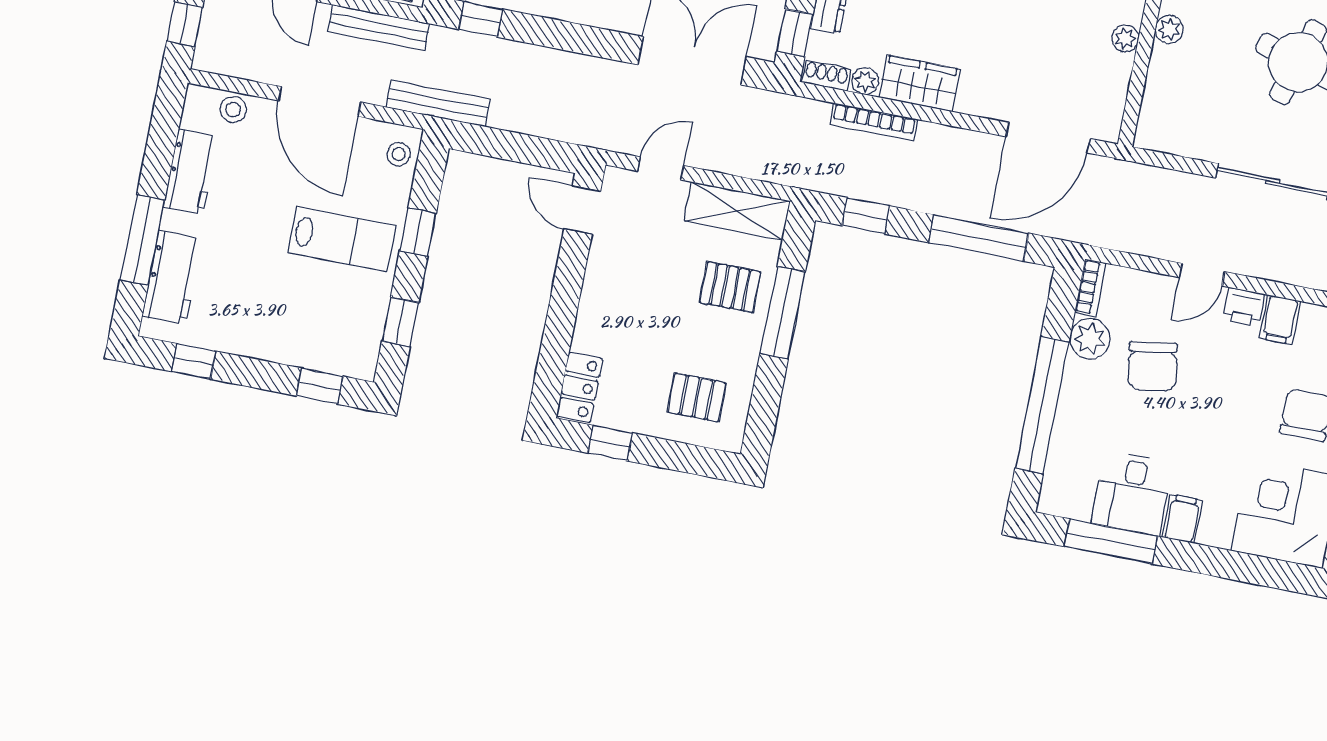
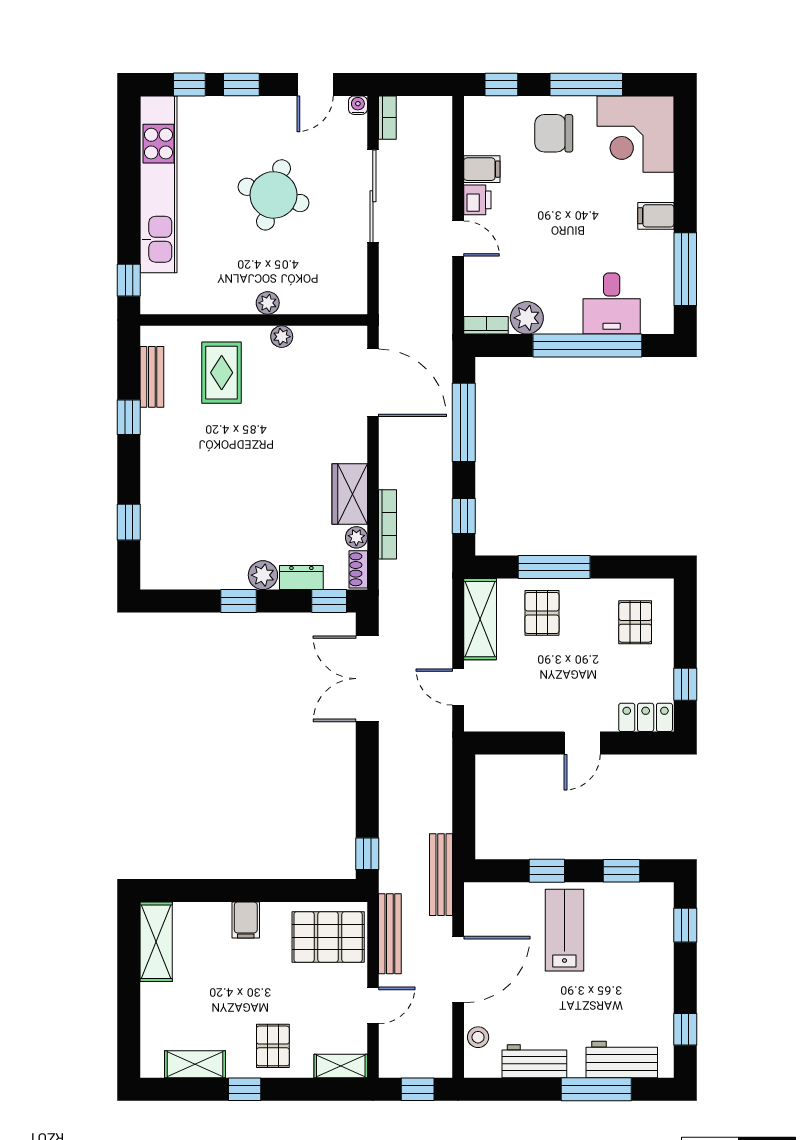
stool: (399, 154) -> (488, 898), removed
door: (582, 210) -> (582, 743), moved
chair: (1153, 366) -> (539, 263), removed
desk: (1132, 493) -> (612, 304), moved, turned 90

